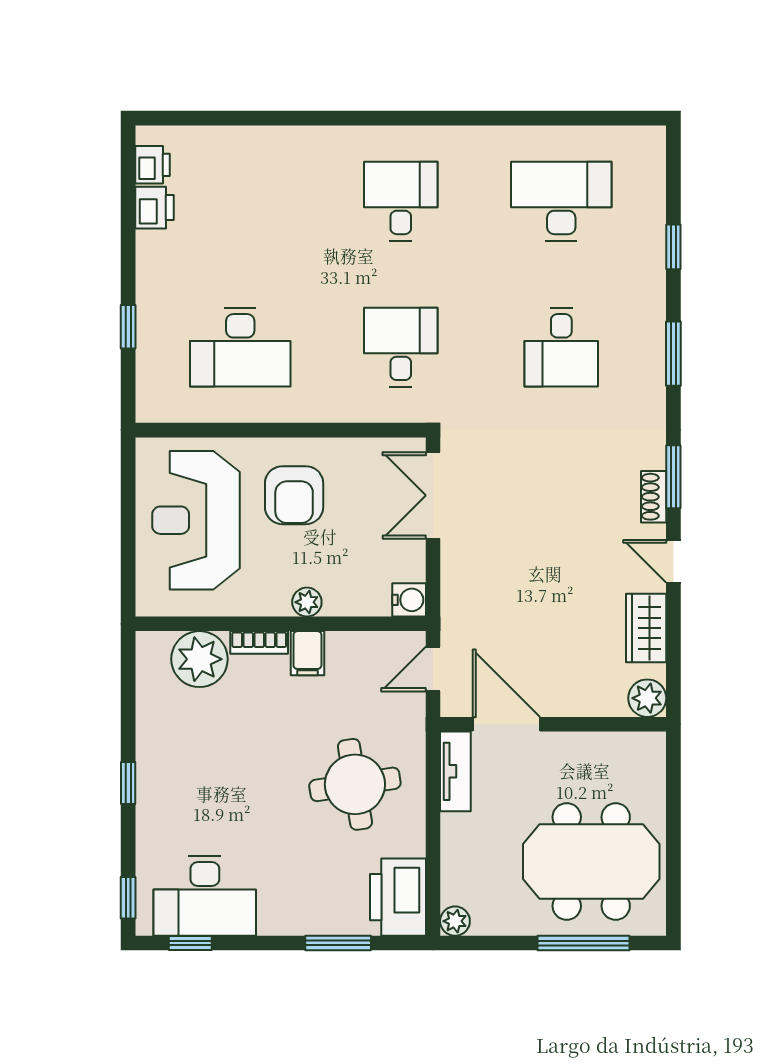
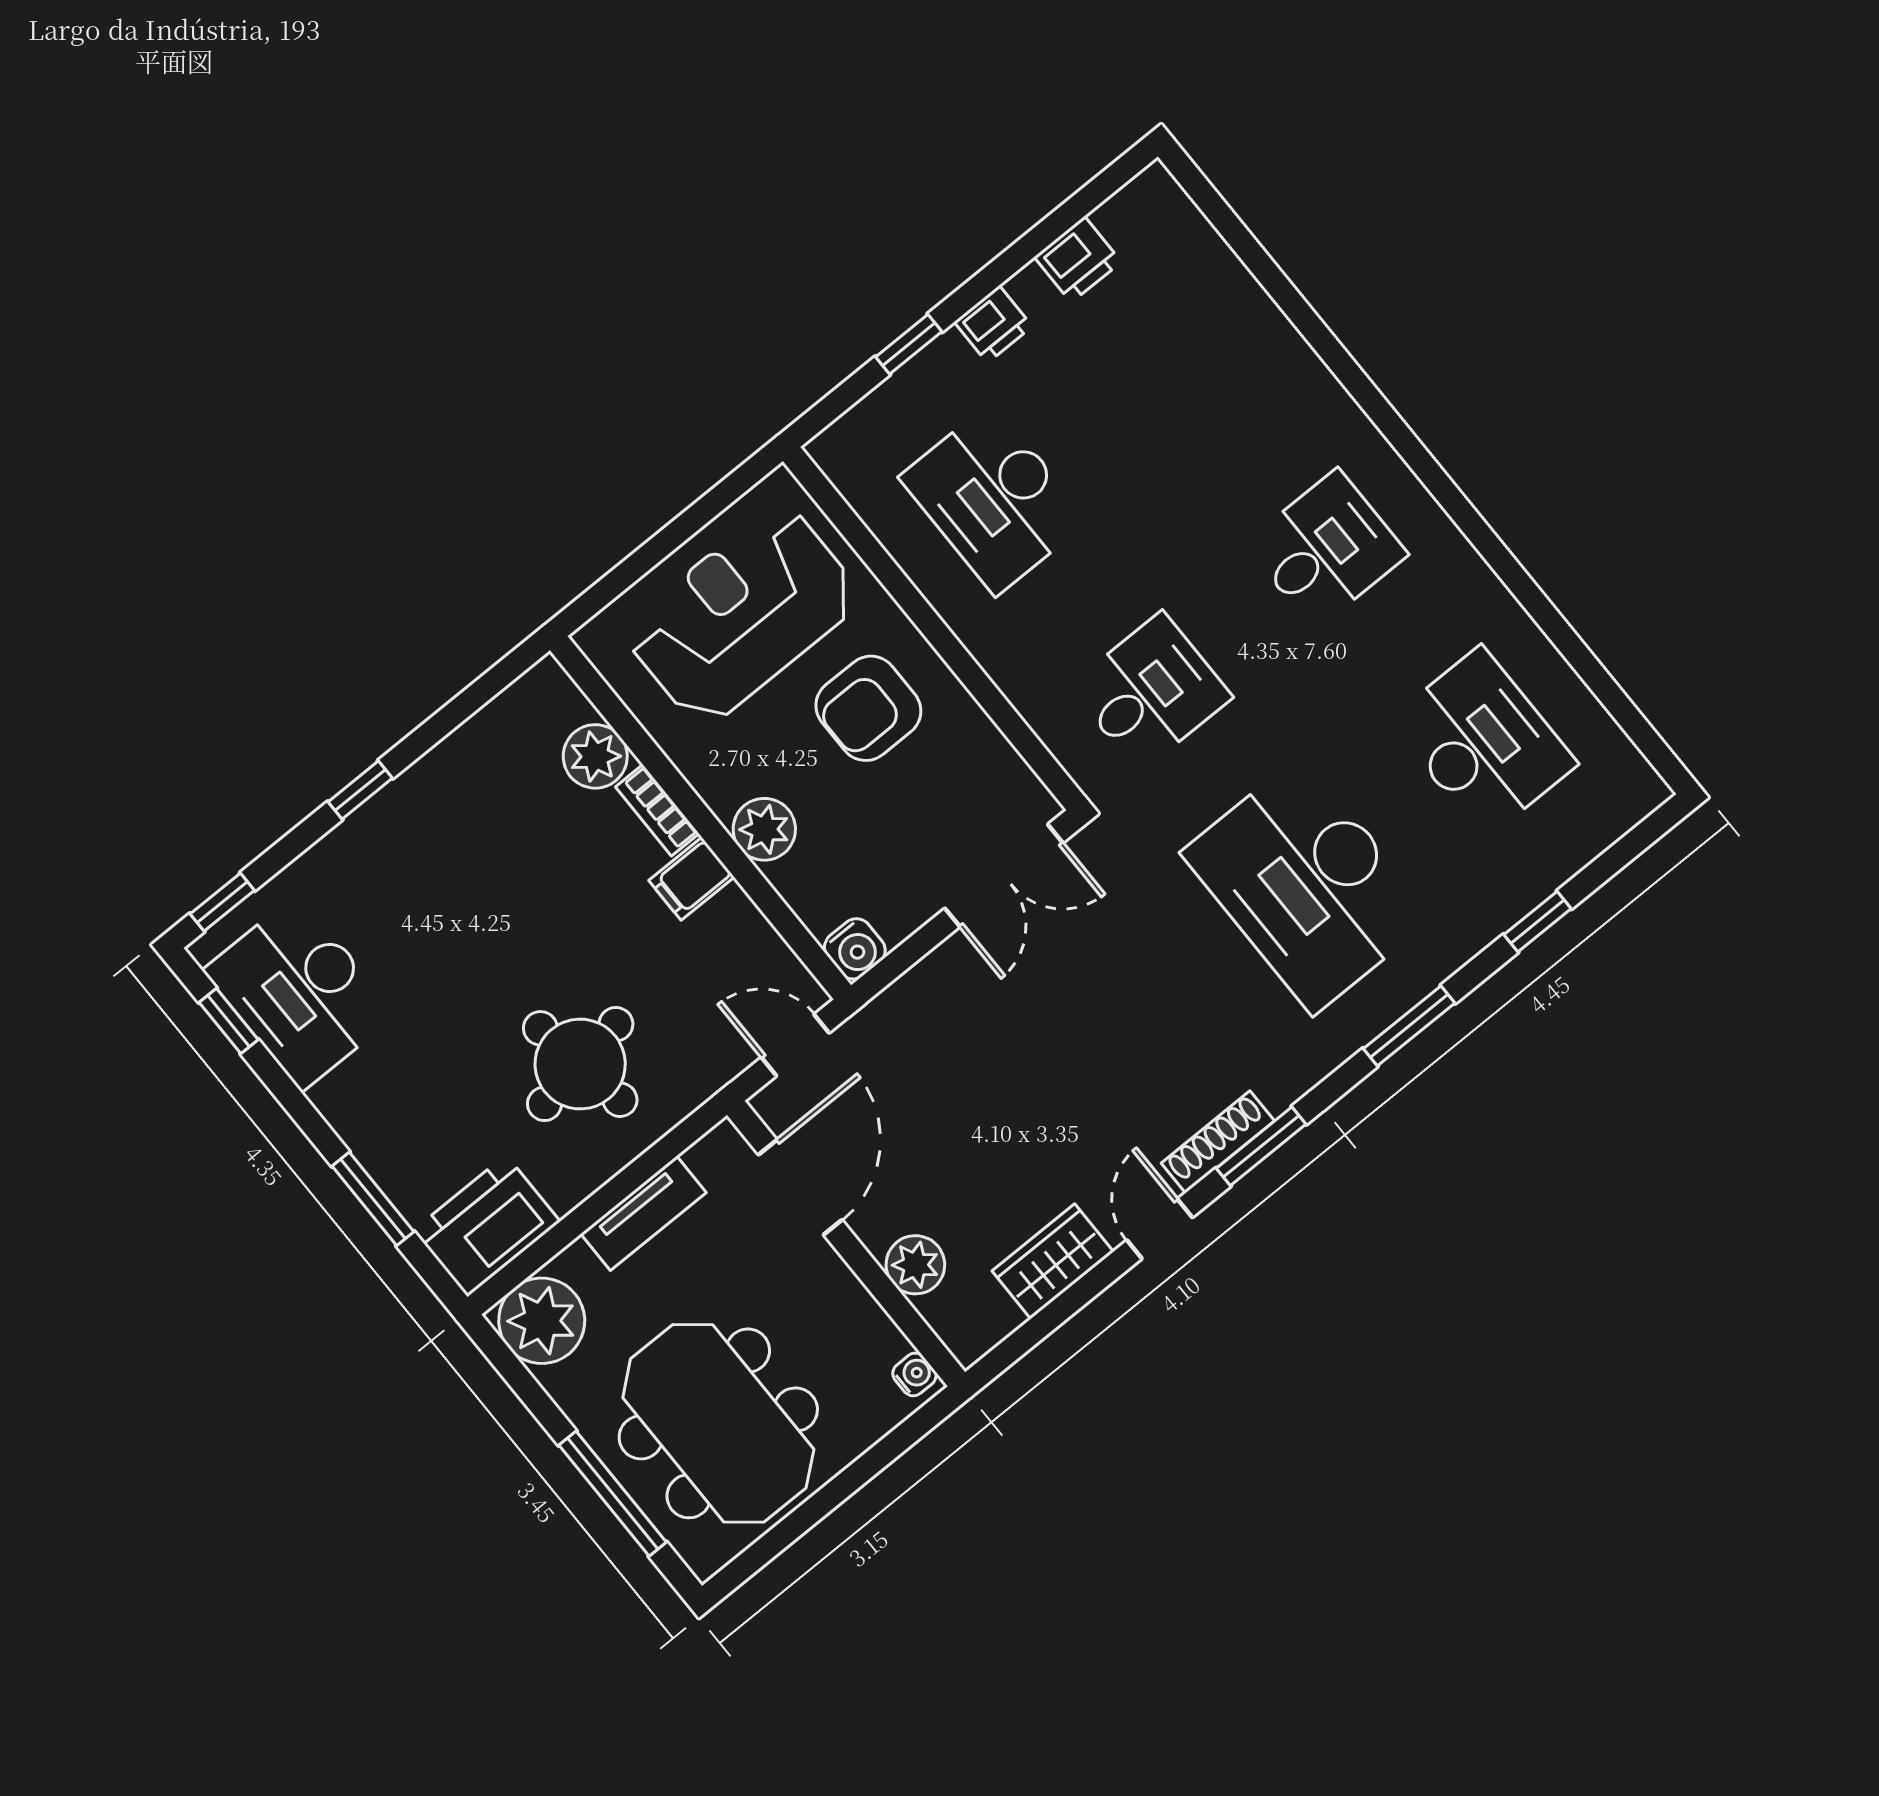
printer: (152, 165) -> (993, 324), moved
desk: (561, 347) -> (1307, 885), width x1.87, depth x1.30
double door: (433, 495) -> (1004, 876), swing flipped
shoe rack: (654, 497) -> (1218, 1142), width x1.43
plant: (307, 602) -> (764, 829), width x1.38, depth x1.38
plant: (199, 659) -> (595, 756), width x0.73, depth x0.73
plant: (647, 698) -> (915, 1265), moved
water cooler: (647, 743) -> (914, 1374), added
tv unit: (455, 771) -> (643, 1213), moved
plant: (455, 921) -> (542, 1321), width x1.87, depth x1.87

